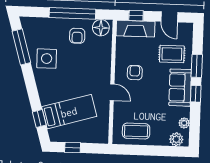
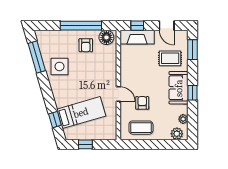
window: (197, 66) -> (192, 50), moved
armchair: (135, 73) -> (142, 103), moved

